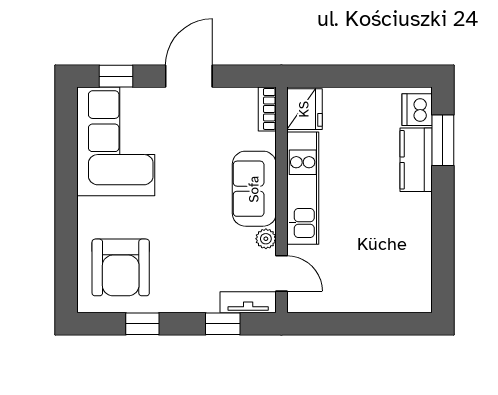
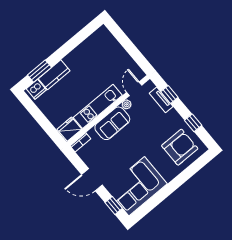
tv unit: (248, 302) -> (161, 100), moved

